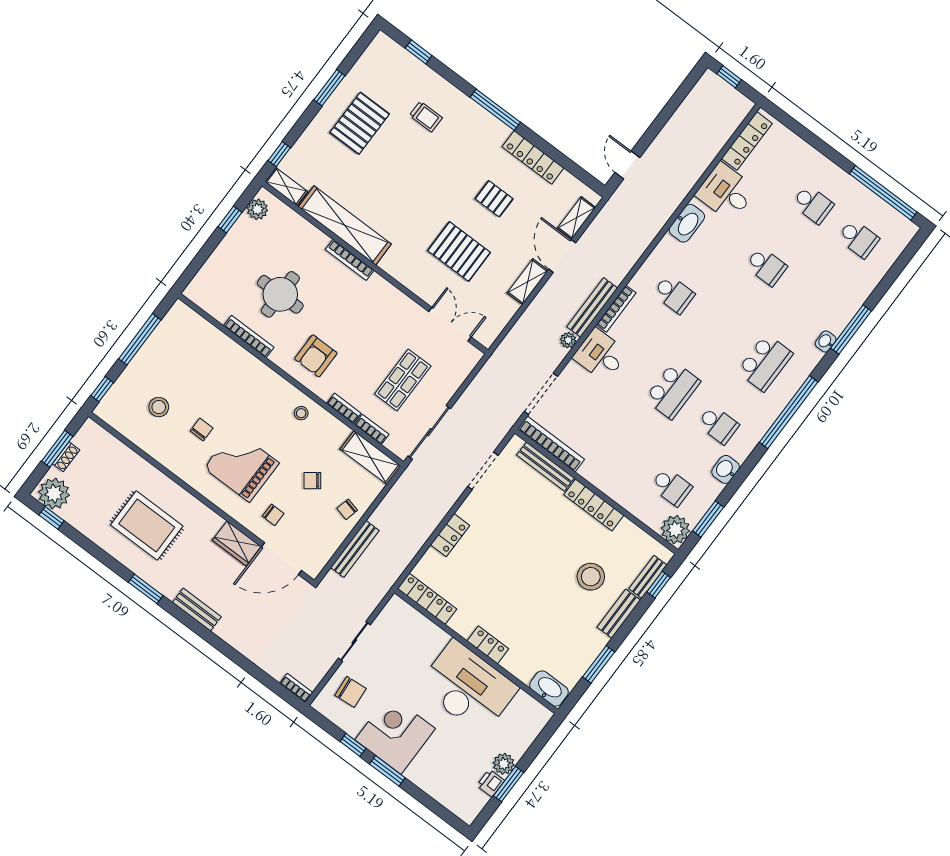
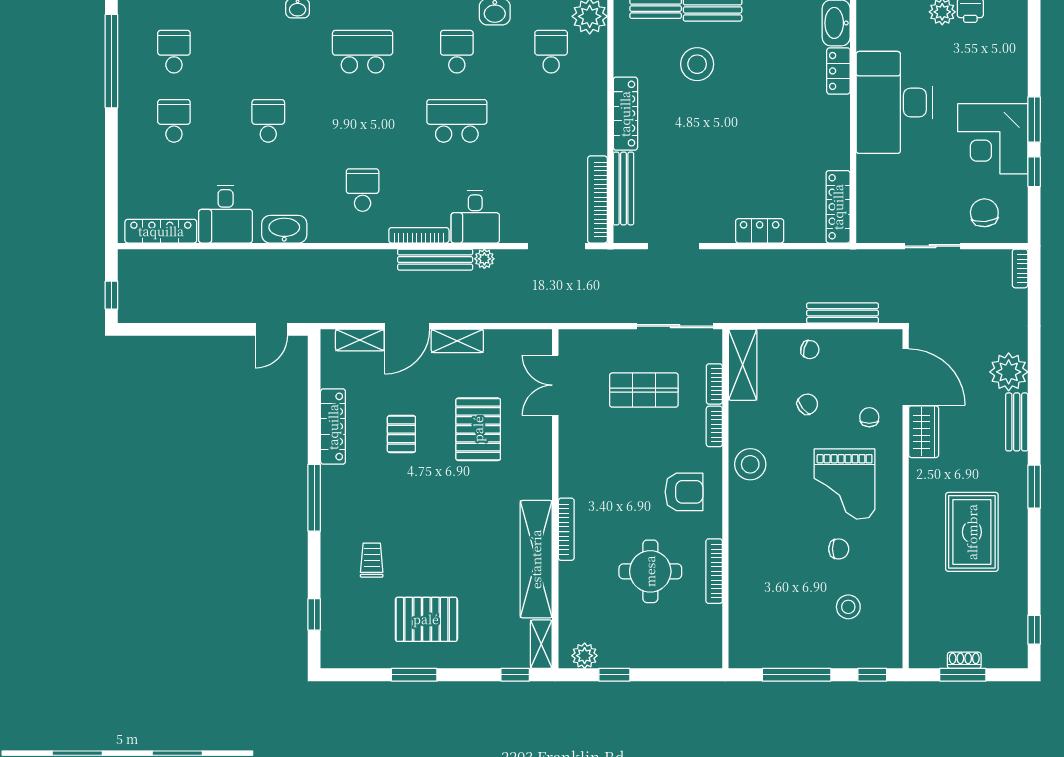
stool: (301, 413) -> (750, 464), width x1.89, depth x1.89
chair: (202, 429) -> (839, 549), turned 180
chair: (312, 481) -> (807, 404), turned -90
plant: (54, 494) -> (1009, 372), moved
locker: (488, 645) -> (838, 71), moved

